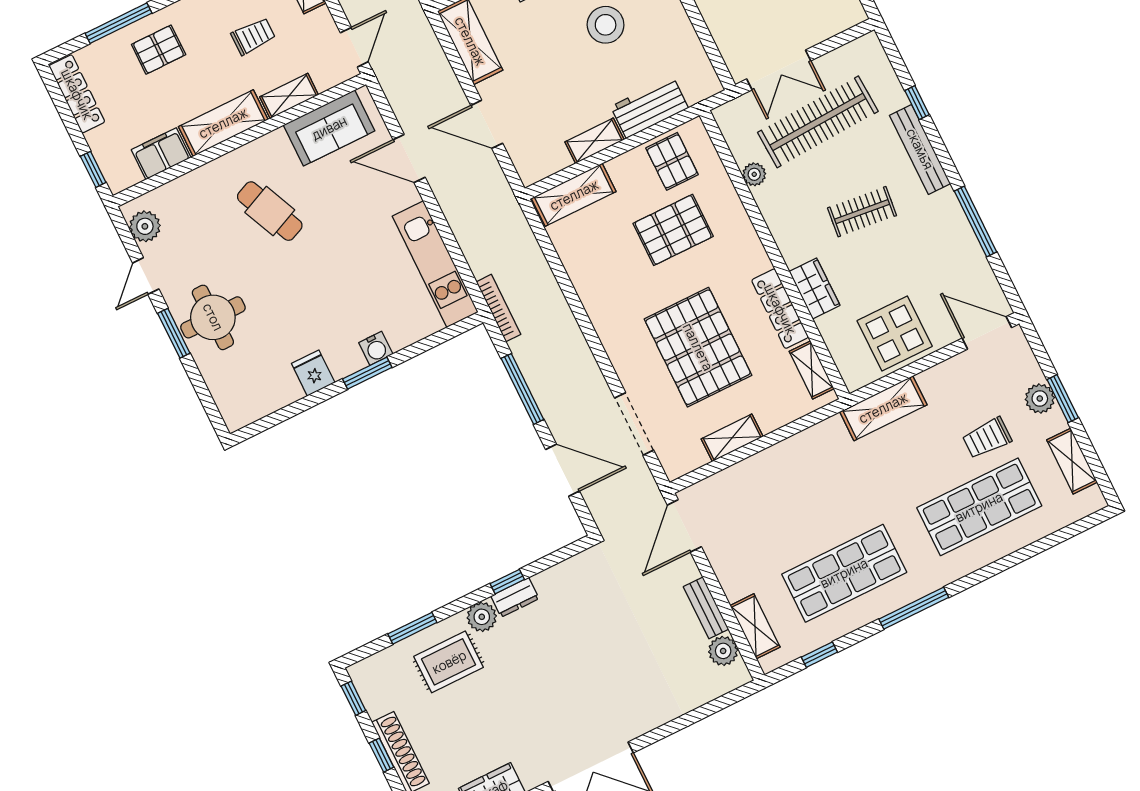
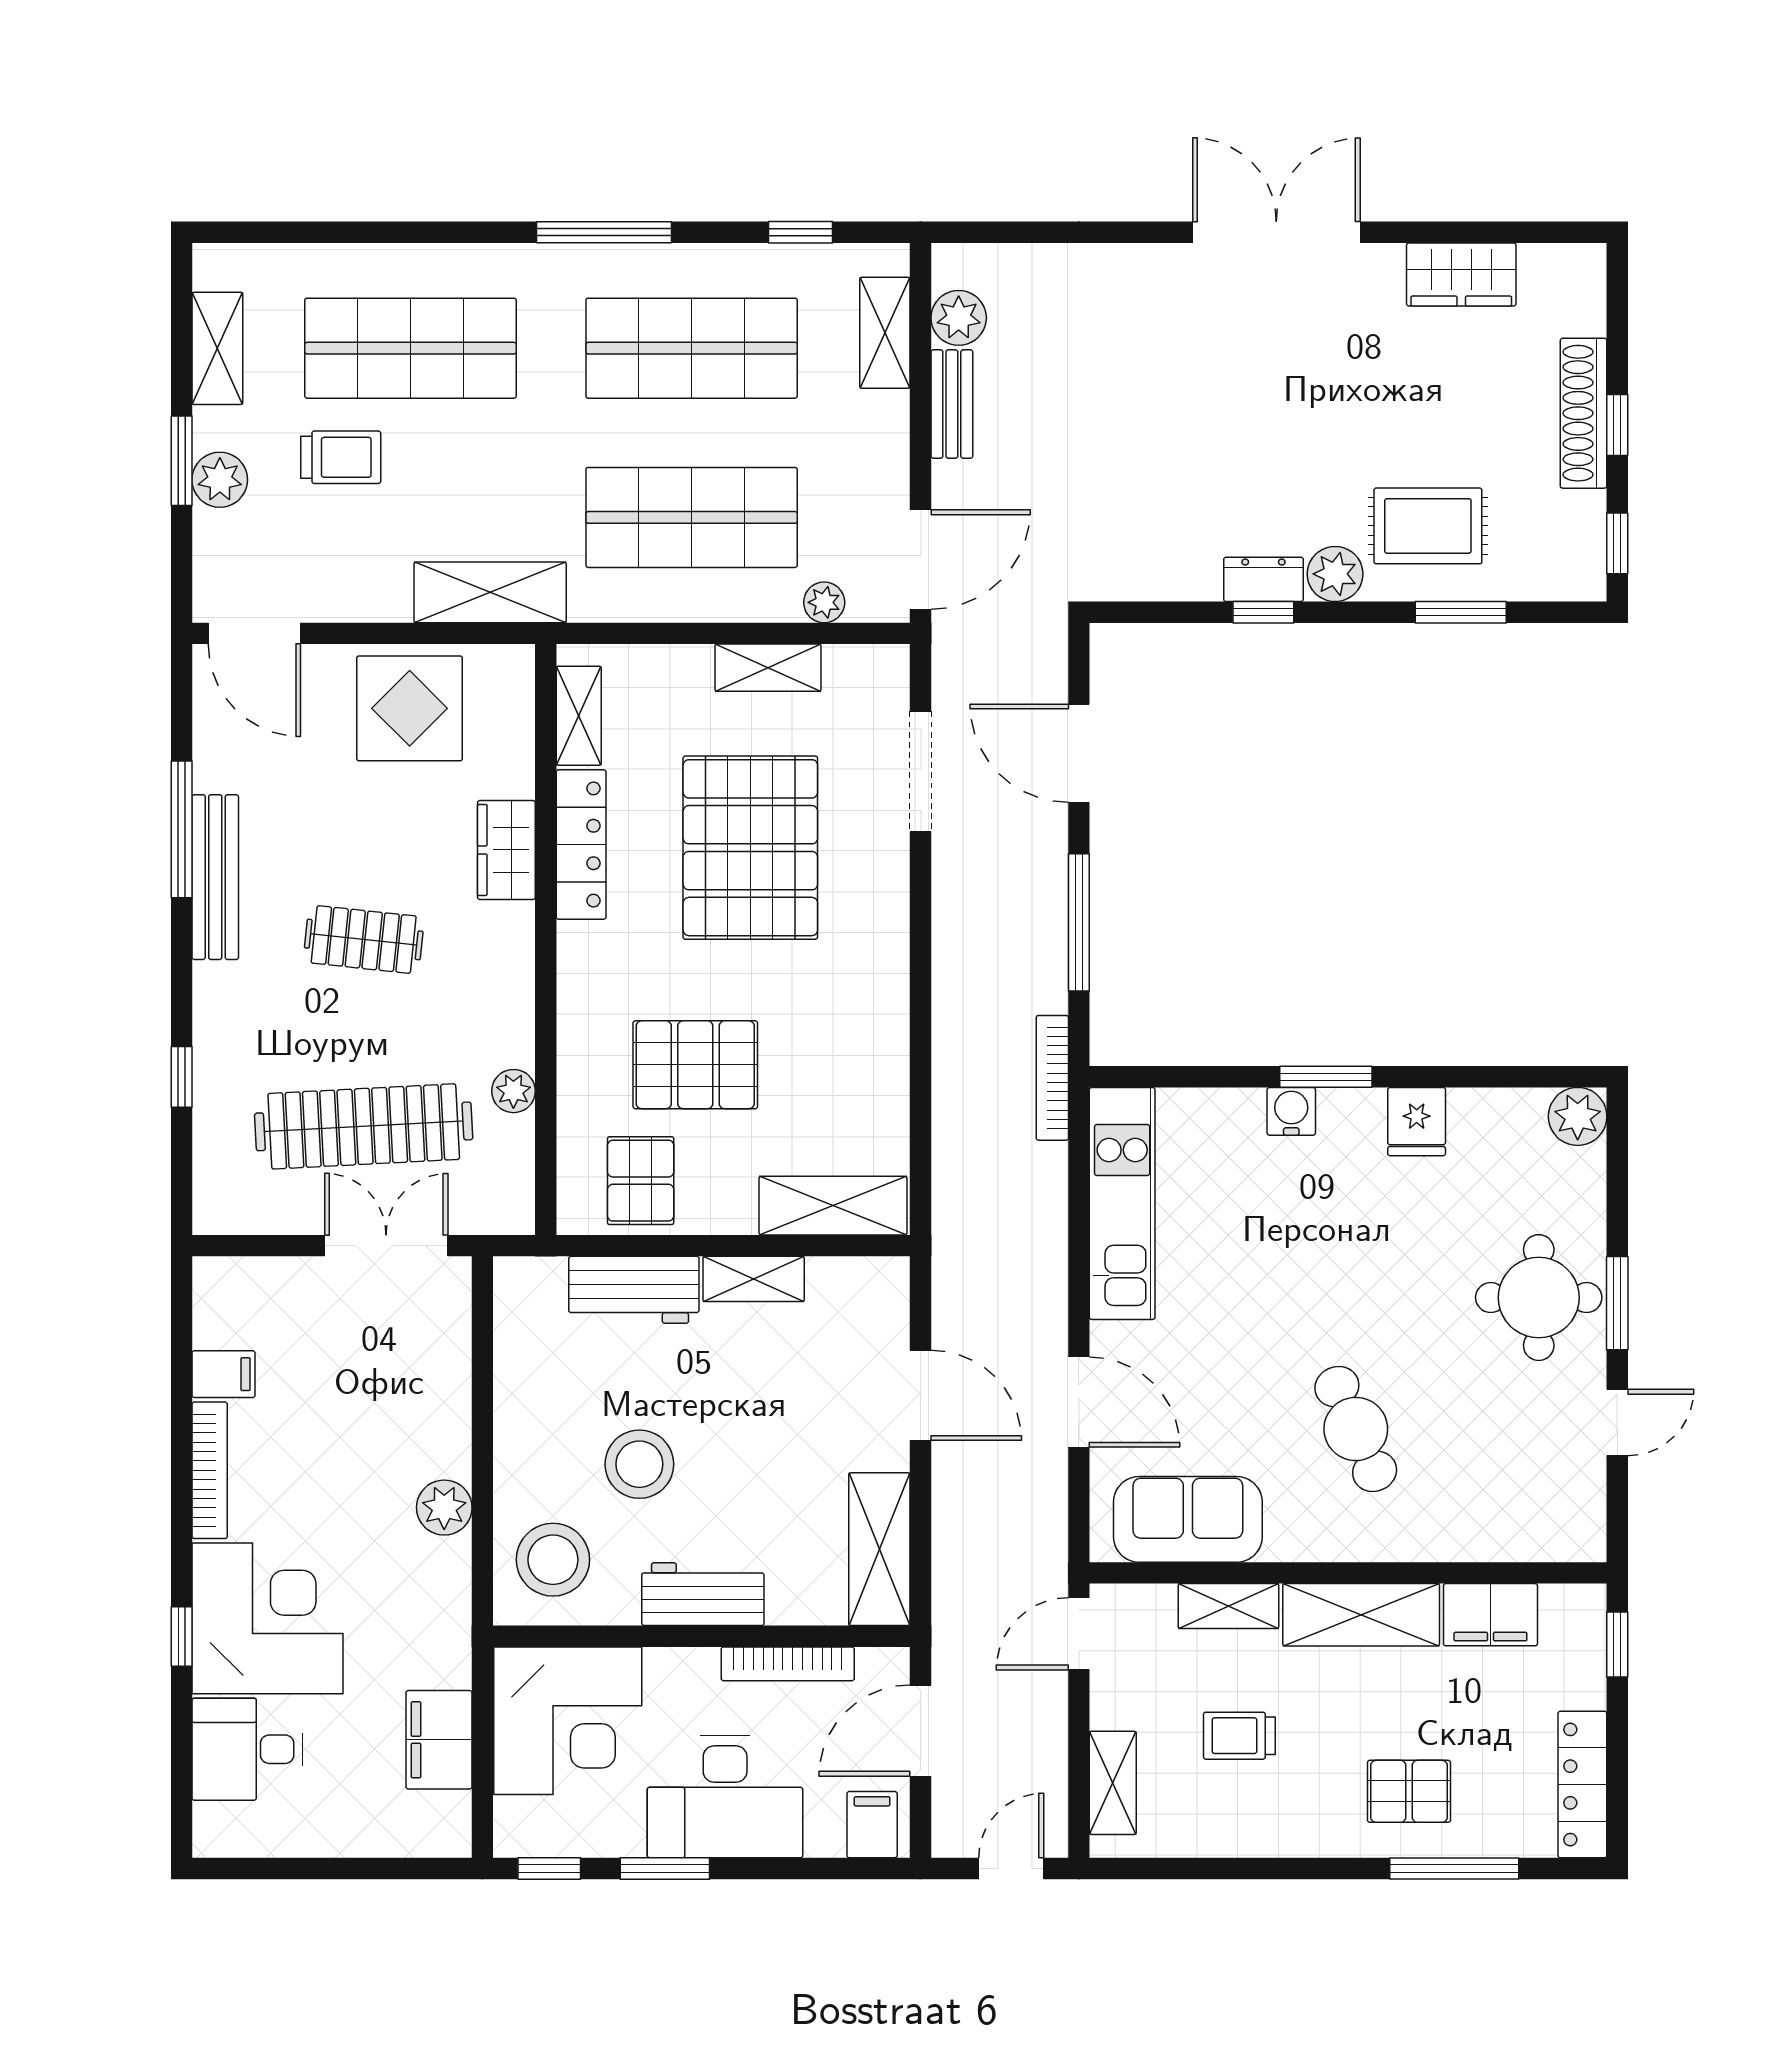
bench: (920, 149) -> (215, 877), moved
plant: (145, 226) -> (1578, 1116), moved
plant: (720, 482) -> (824, 602), added
shop shelf: (804, 492) -> (692, 517), added

